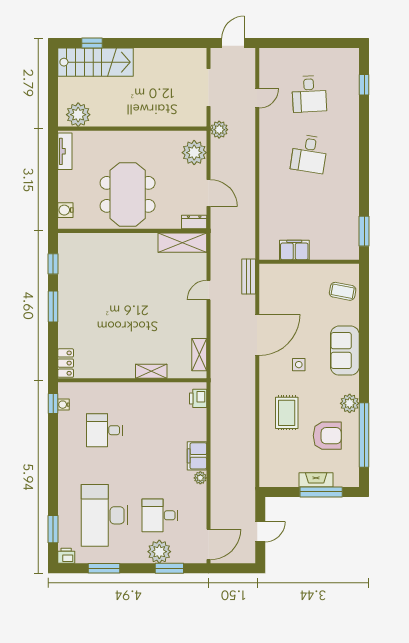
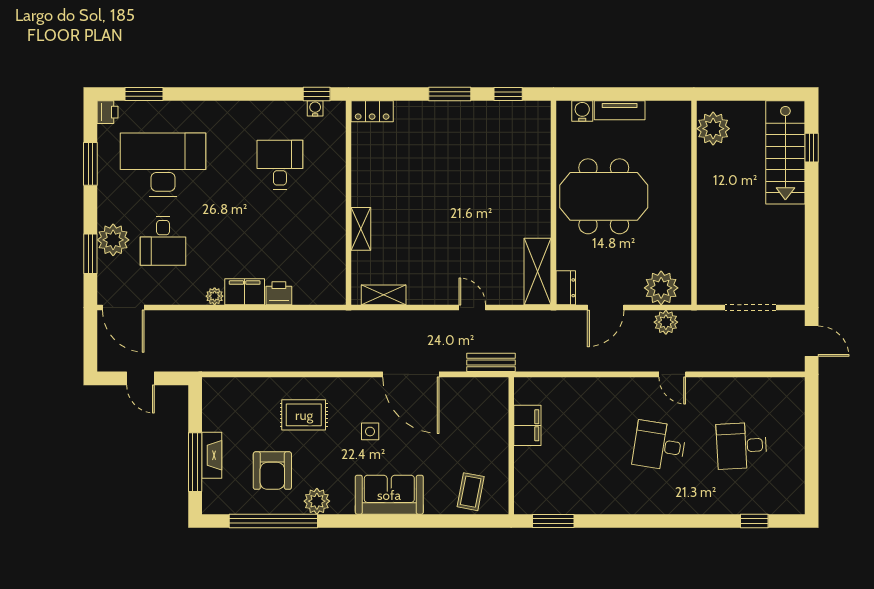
door: (257, 98) -> (672, 374), moved
plant: (219, 130) -> (666, 322), moved
tv unit: (65, 151) -> (620, 110), moved
printer: (198, 398) -> (279, 293), moved
desk: (160, 515) -> (163, 241), turned 180

